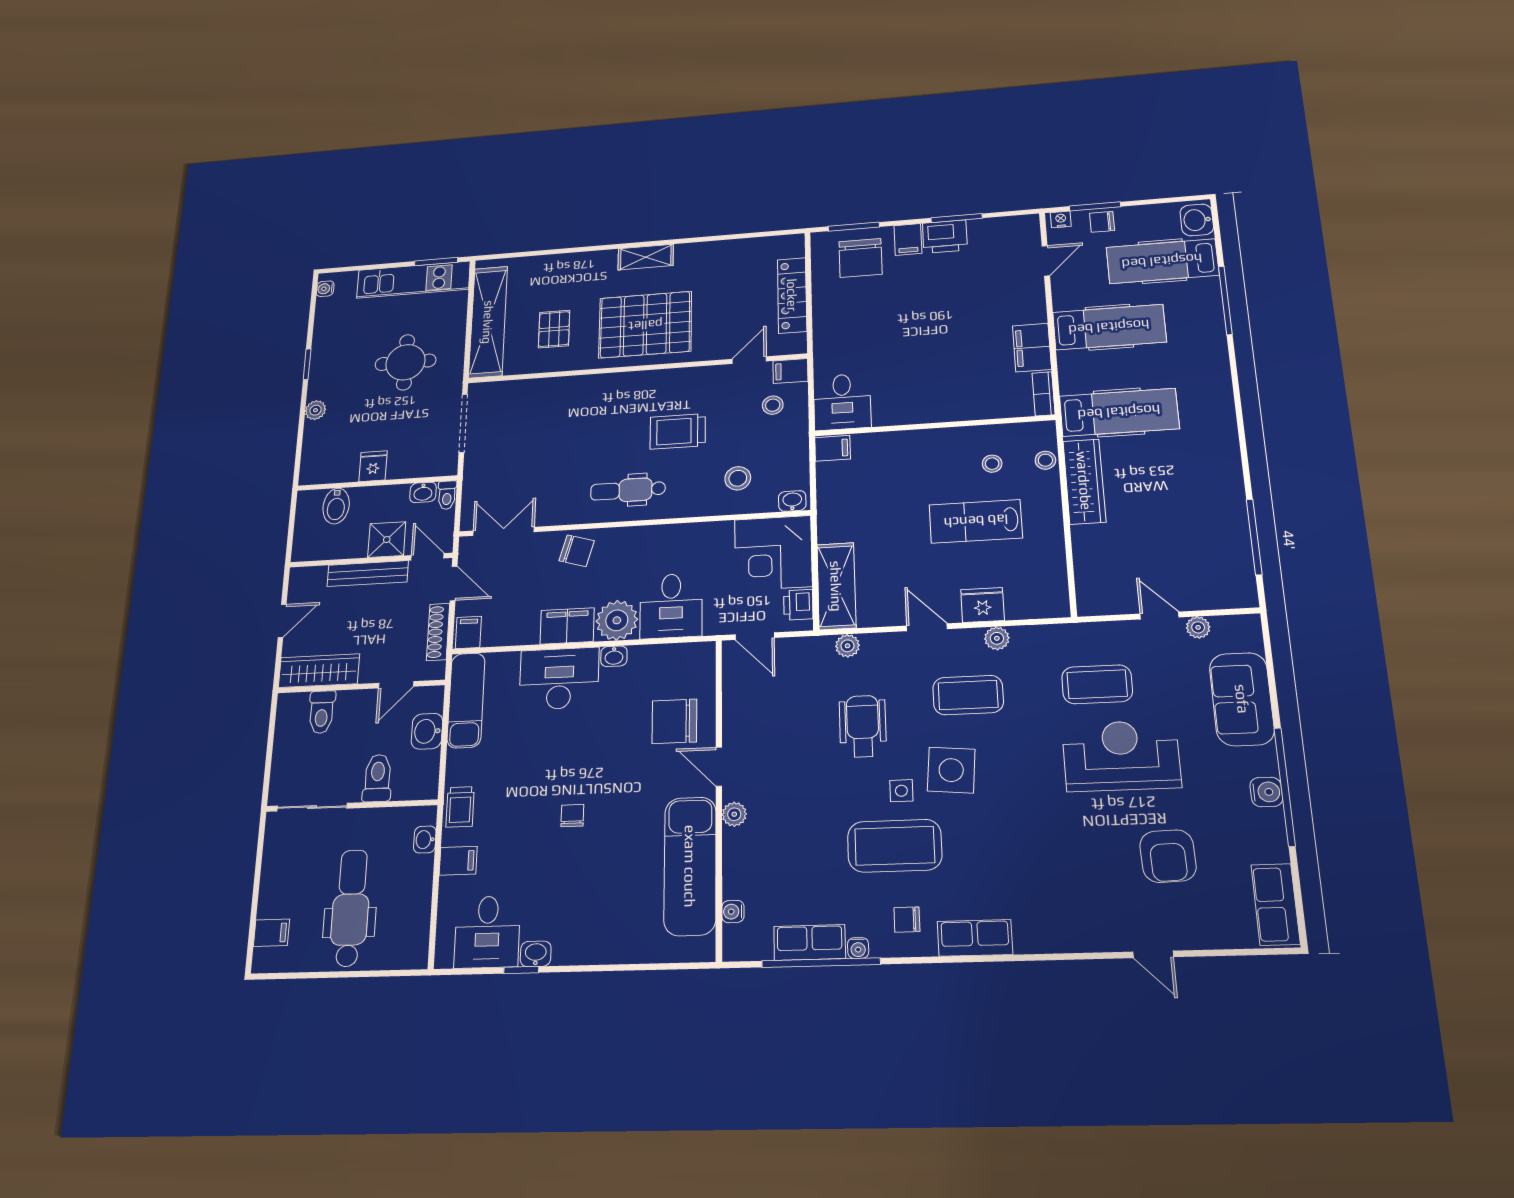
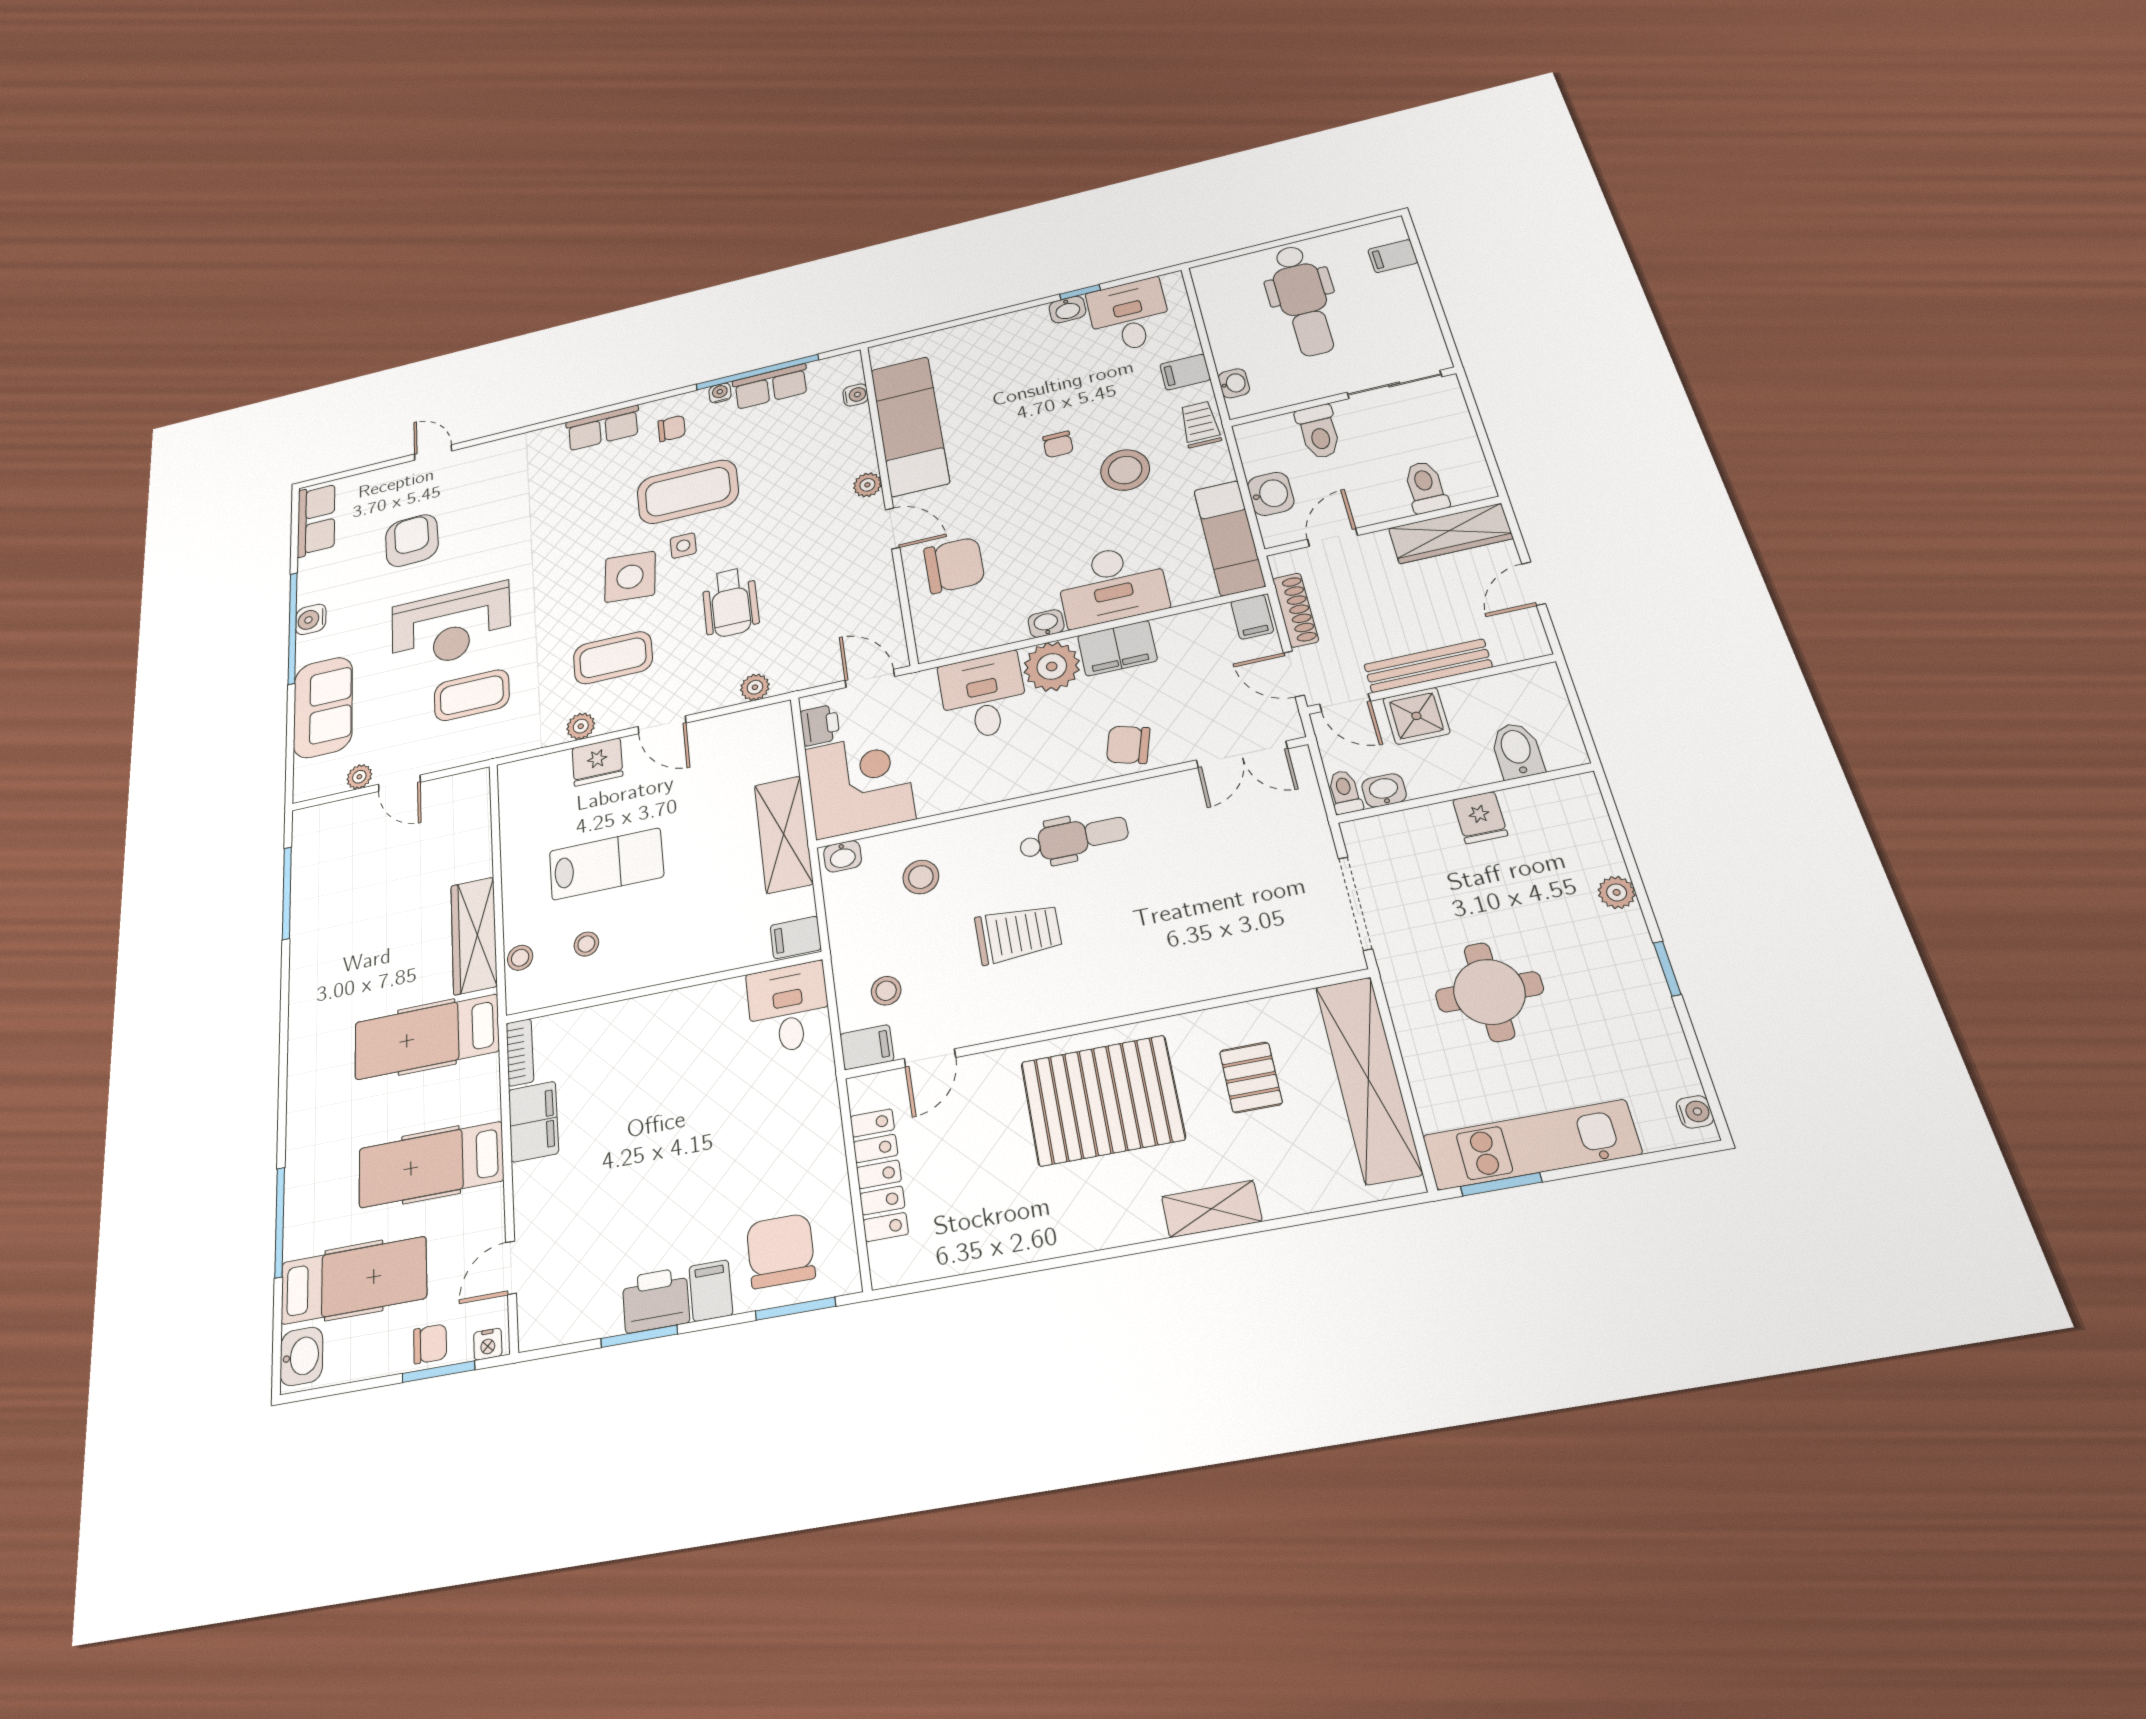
shelving: (646, 257) -> (1212, 1209), moved
shelving: (836, 586) -> (784, 834), moved
stool: (526, 778) -> (1125, 470), added

